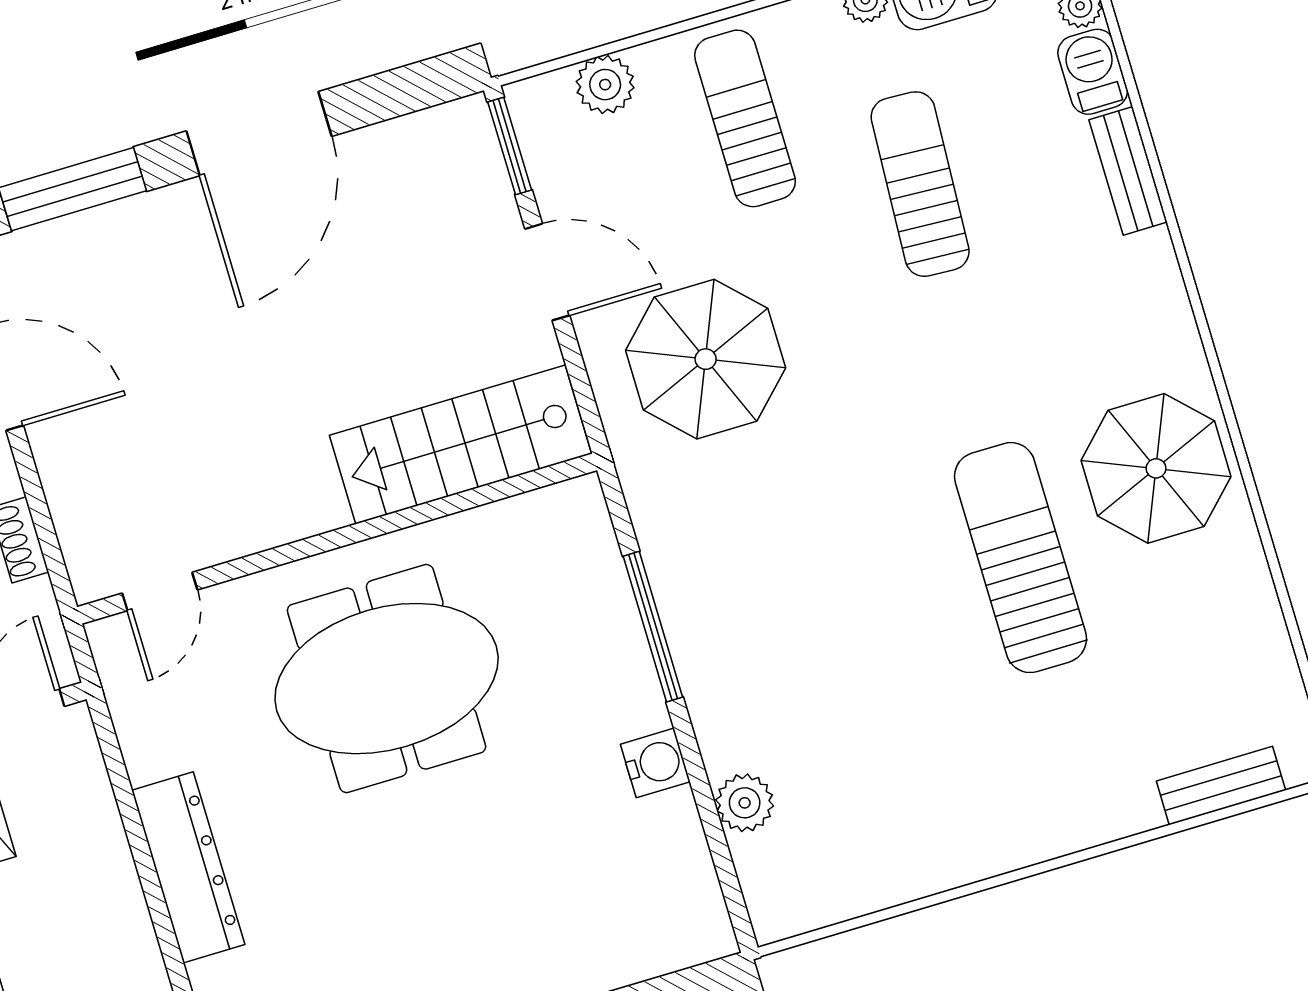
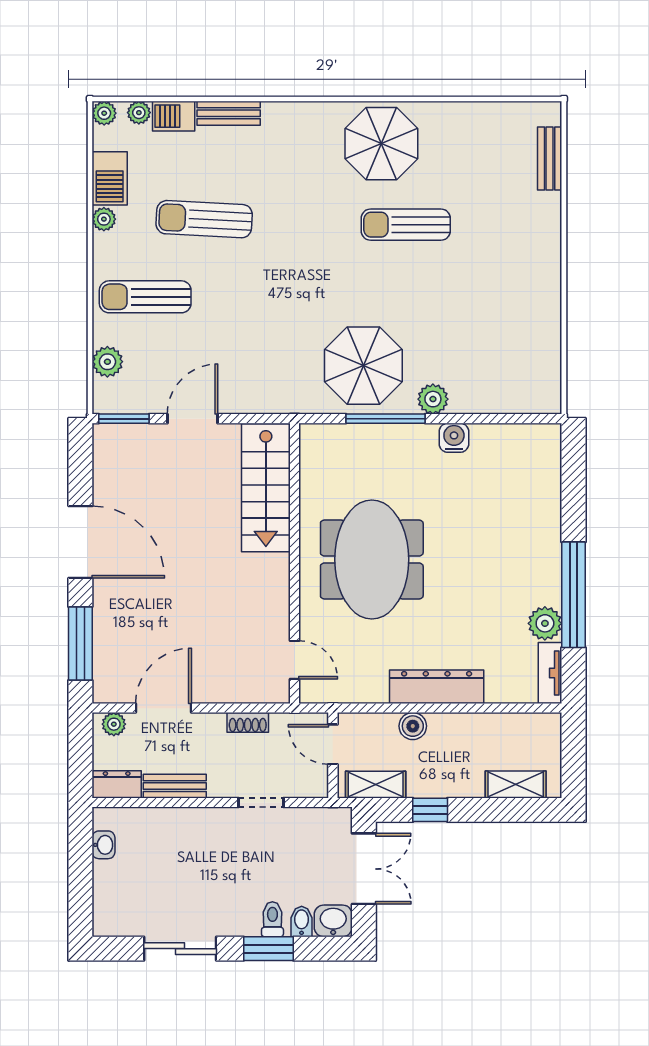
parasol: (706, 359) -> (363, 366), moved
sun lounger: (1020, 558) -> (406, 225), width x0.73, depth x0.75
plant: (745, 803) -> (433, 399), moved
boiler: (103, 845) -> (413, 726), added

